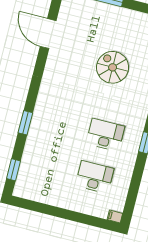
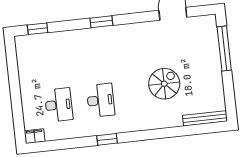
window: (25, 123) -> (101, 22), moved
filing cabinet: (115, 217) -> (35, 136), width x2.00

